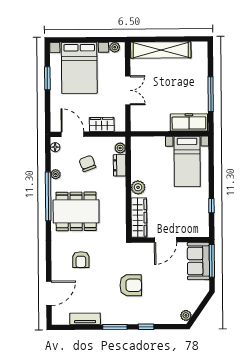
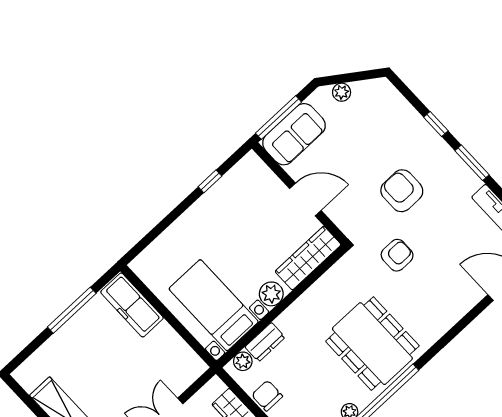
bed with nightstands: (187, 161) -> (214, 305), moved, turned -90
chair: (87, 163) -> (267, 396), moved, turned 110
armchair: (81, 260) -> (397, 255), moved
plant: (186, 315) -> (342, 92), moved

